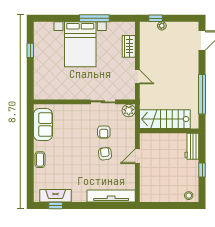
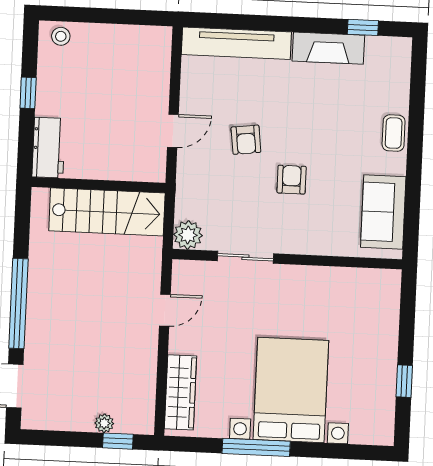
wardrobe: (129, 46) -> (180, 392), width x1.50
door: (137, 77) -> (165, 310), swing flipped
window: (202, 94) -> (18, 303), moved
armchair: (104, 132) -> (292, 180), moved
fireplace: (56, 196) -> (328, 48), moved

